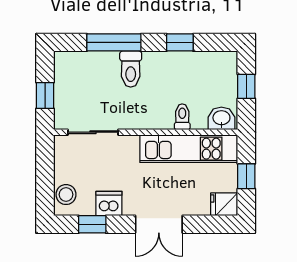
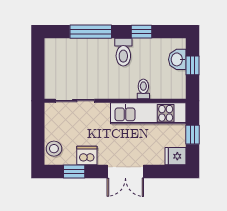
toilet: (131, 69) -> (123, 52), moved
window: (45, 96) -> (38, 73), removed
washbasin: (221, 118) -> (177, 59), moved, turned -90

